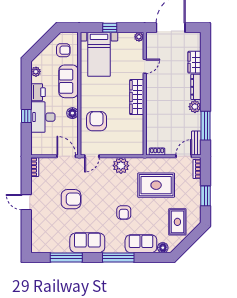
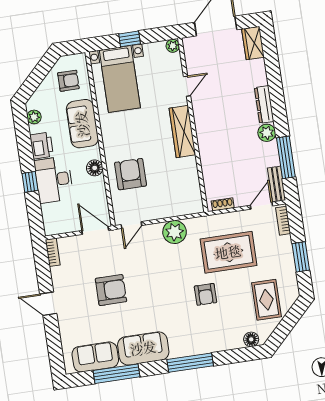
wardrobe: (195, 62) -> (253, 43), moved
armchair: (124, 213) -> (205, 294), moved
sofa: (141, 244) -> (95, 357), moved

